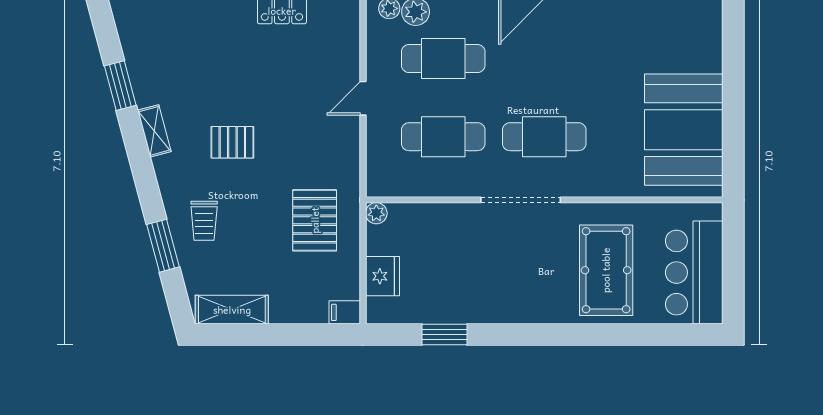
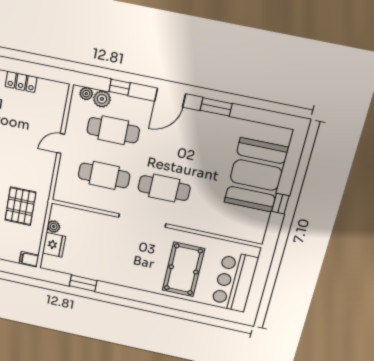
window: (733, 122) -> (280, 204), added
booth: (684, 130) -> (256, 175), moved
plant: (376, 213) -> (54, 227), moved

